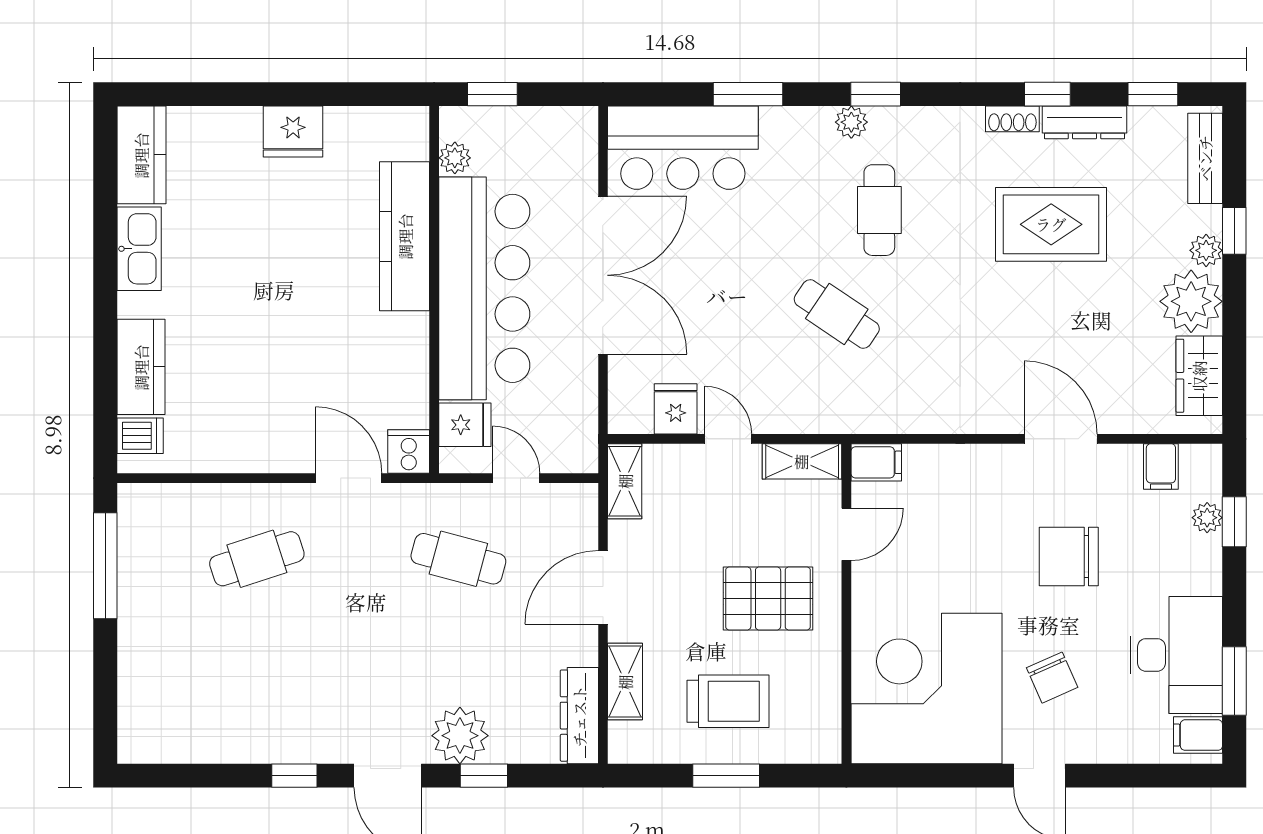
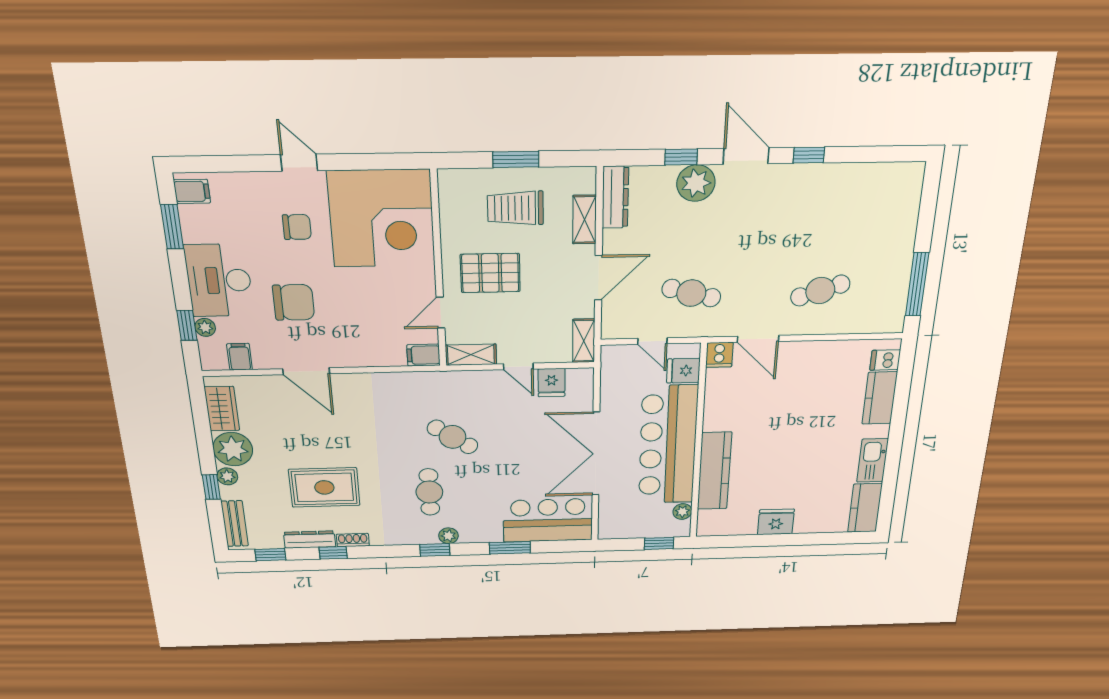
desk: (1176, 655) -> (219, 280), moved
chair: (1052, 678) -> (297, 227), turned 114

